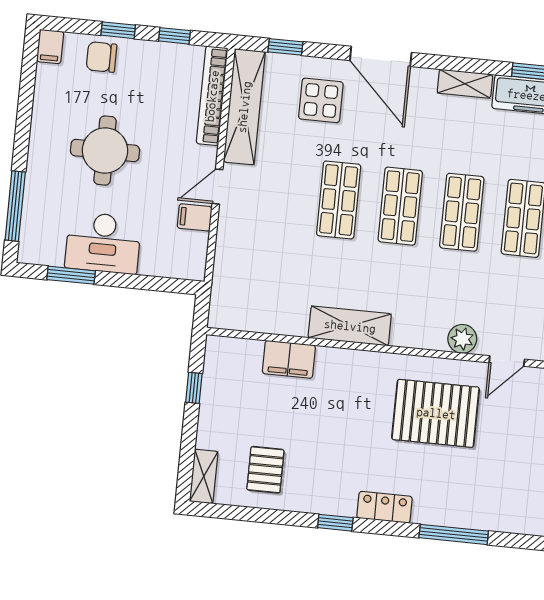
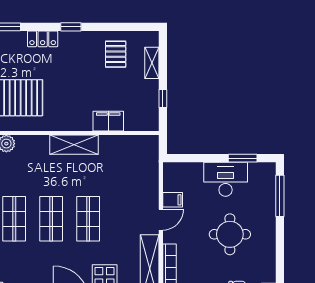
shelving: (204, 476) -> (152, 63), moved

